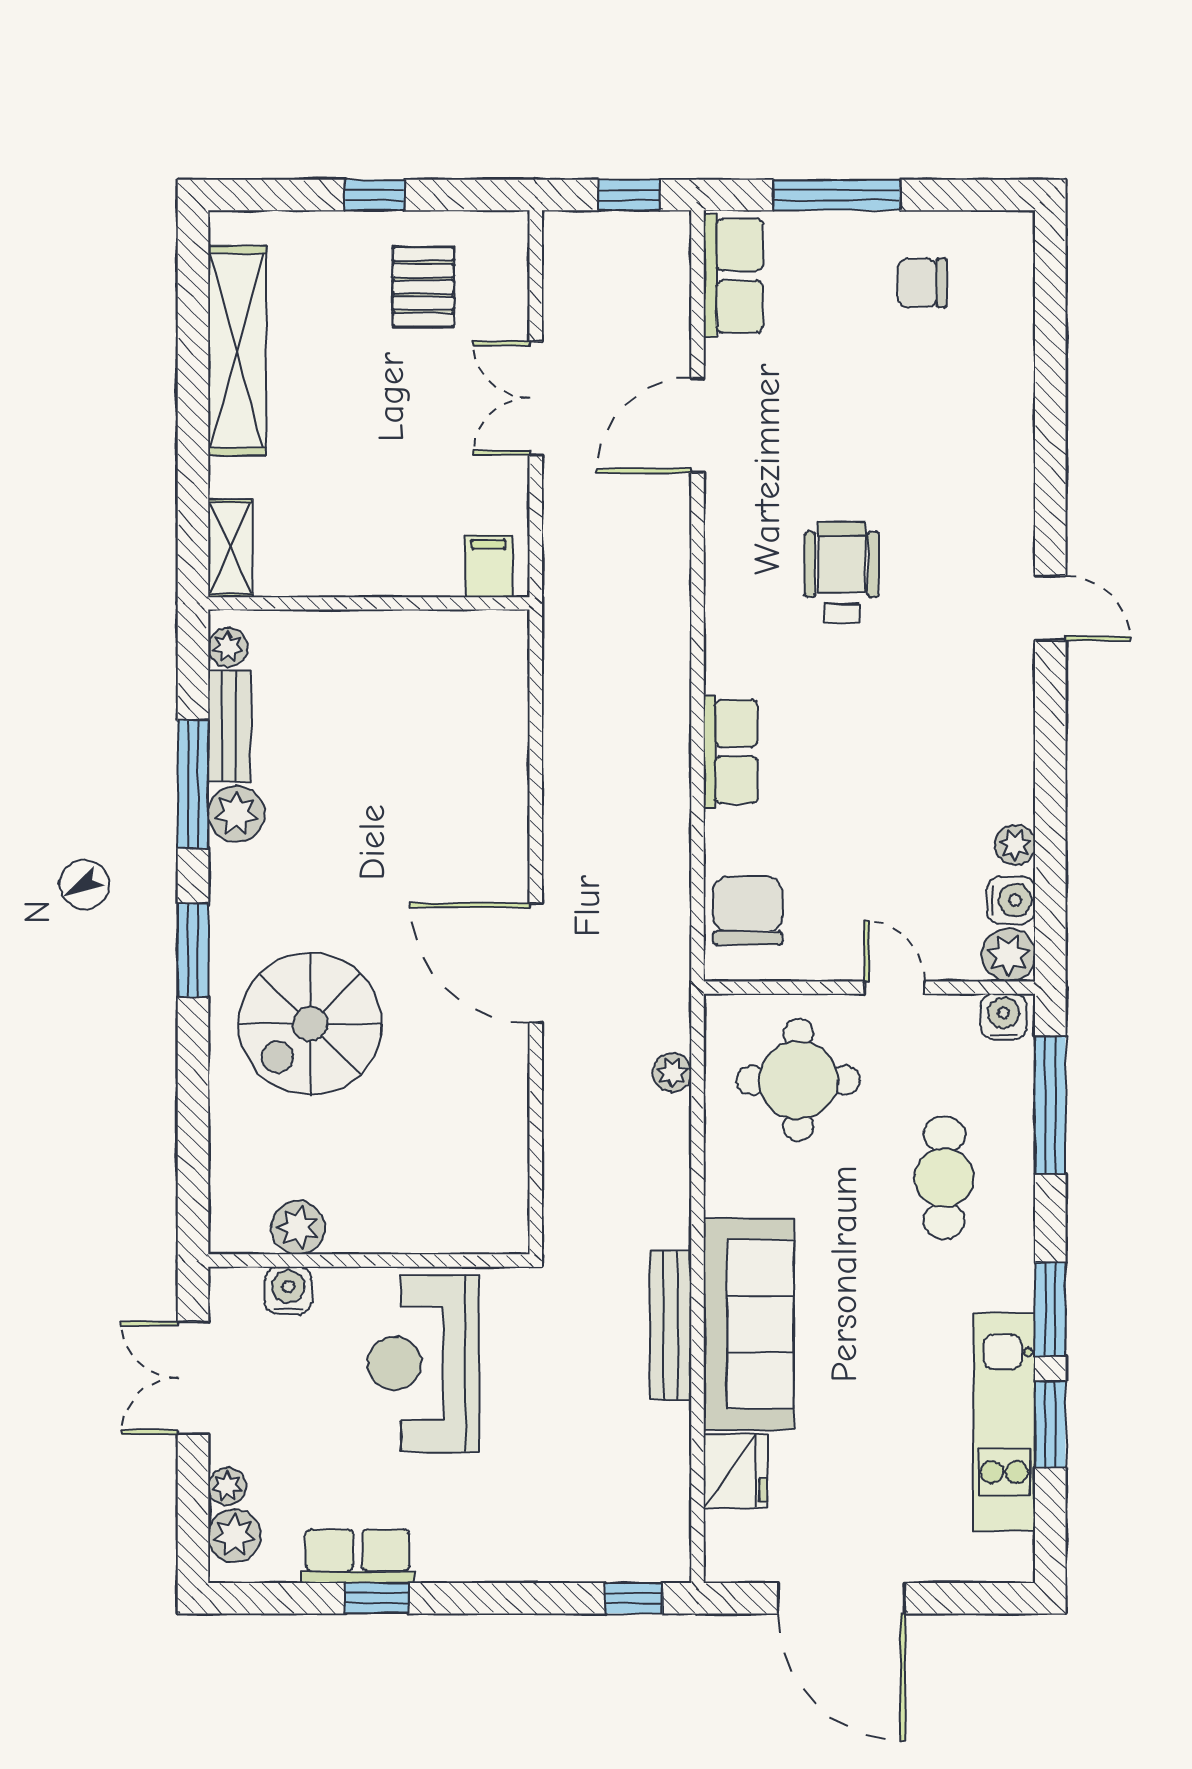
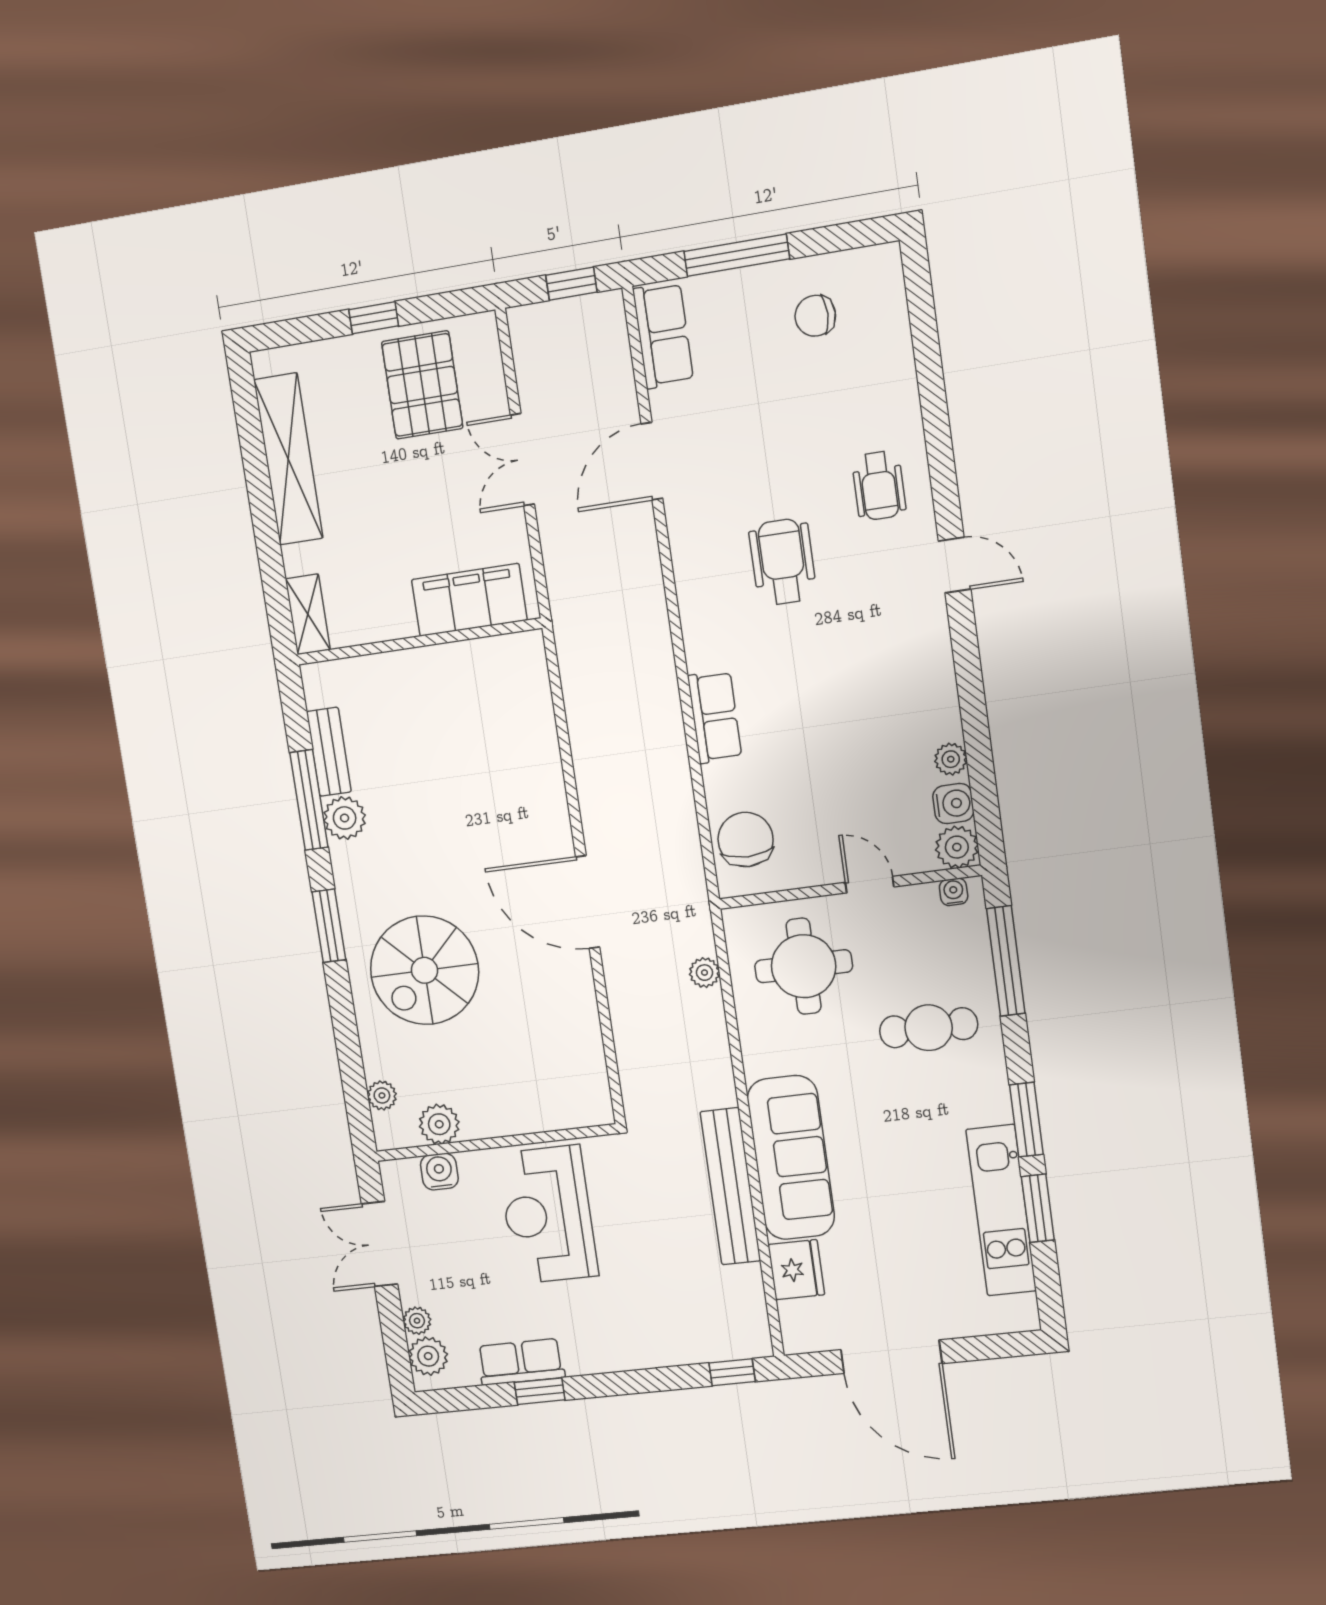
pallet: (423, 287) -> (422, 385), width x1.50, depth x1.42
wheelchair: (972, 498) -> (879, 486), added
filing cabinet: (489, 566) -> (469, 600), width x3.00, depth x1.17
plant: (228, 647) -> (382, 1095), moved
water cooler: (1004, 1017) -> (954, 892), width x0.72, depth x0.72
cafe table: (944, 1178) -> (929, 1028), turned 90
bench: (671, 1325) -> (730, 1186), width x1.37, depth x1.21

